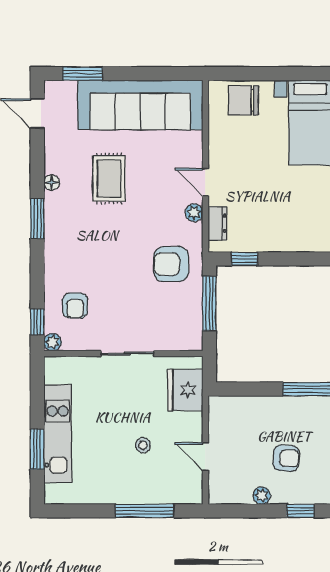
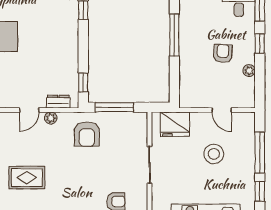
stool: (143, 445) -> (214, 154), width x1.89, depth x1.89
door: (205, 457) -> (222, 110), hinge flipped
window: (89, 511) -> (260, 191), added

